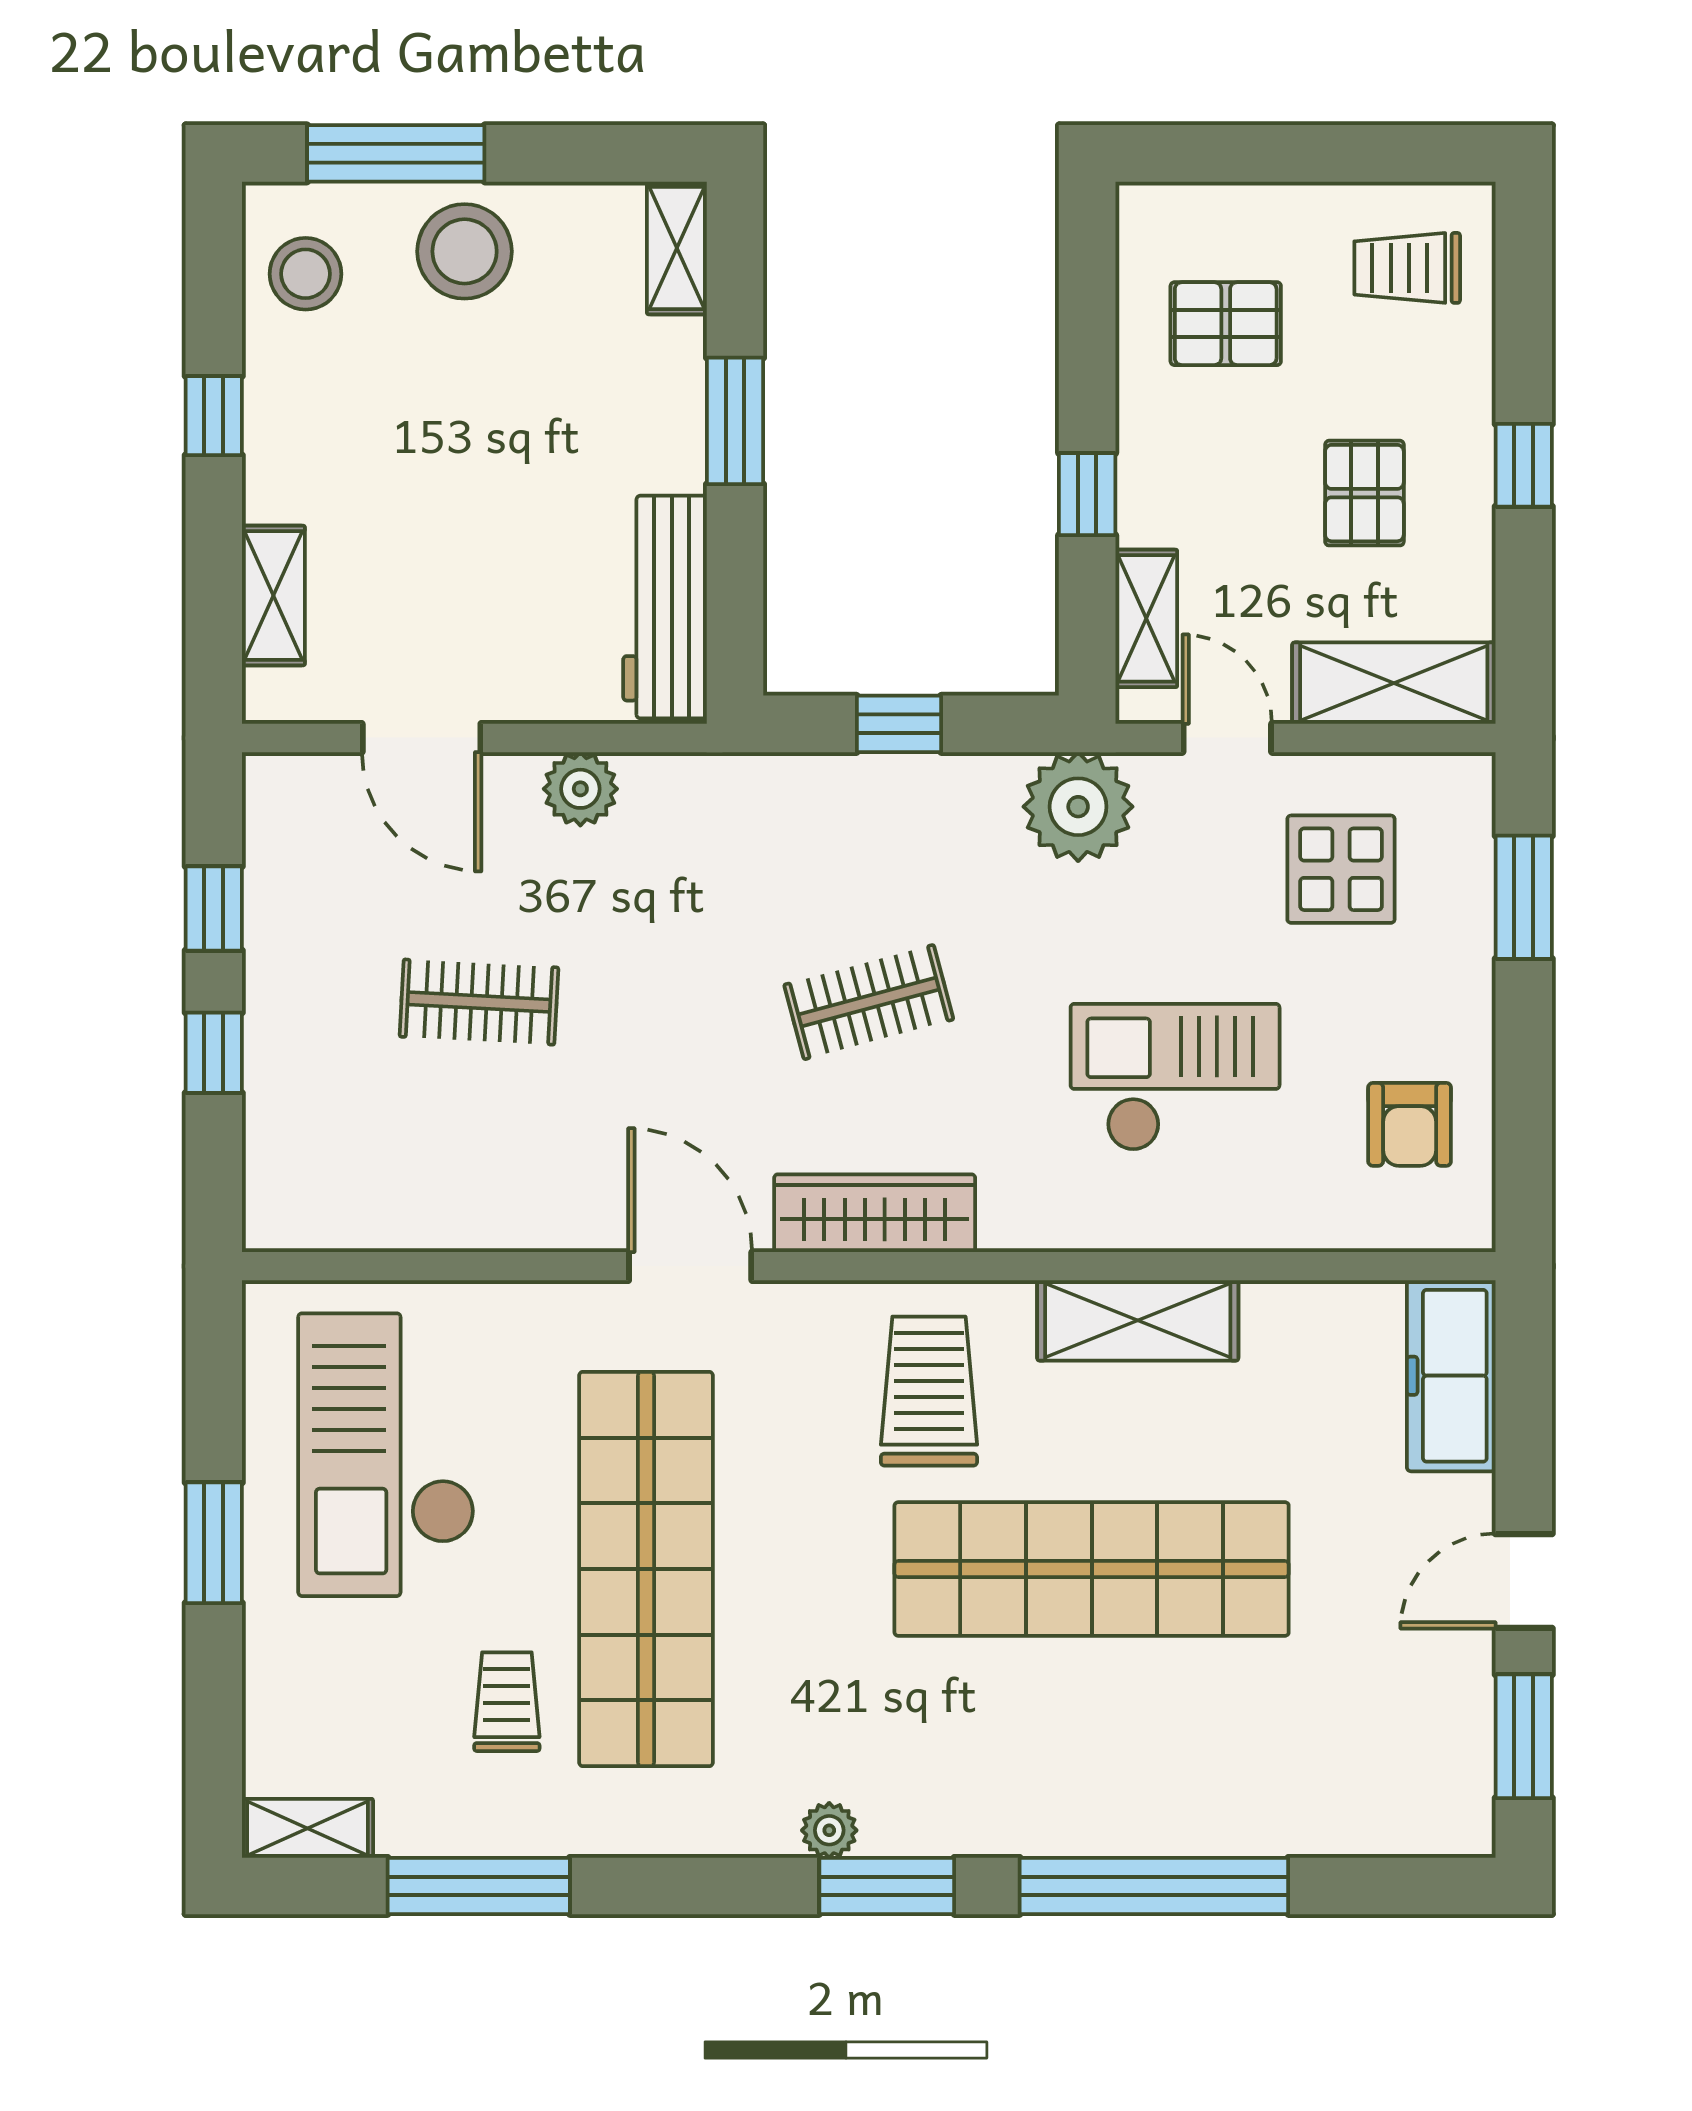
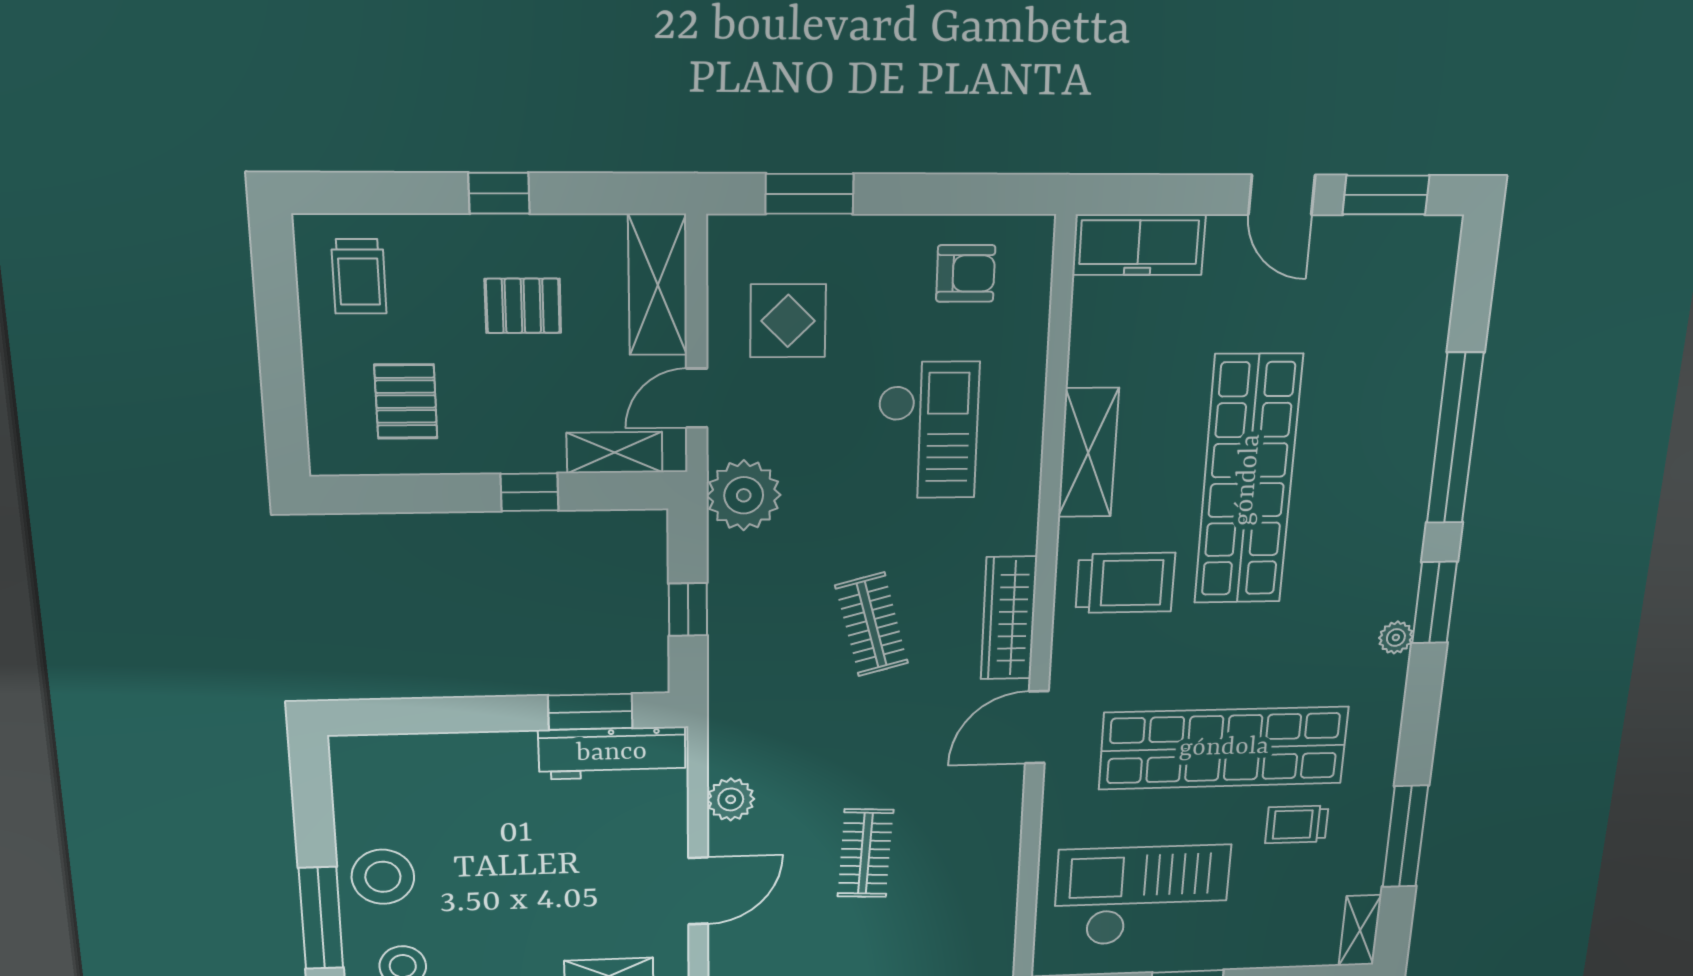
shelving: (677, 248) -> (373, 752), removed
window: (735, 421) -> (590, 712), moved
checkout: (1175, 1077) -> (928, 430), turned 180
trolley: (929, 1391) -> (1125, 583), turned 180
checkout: (386, 1455) -> (1142, 896), turned 180

